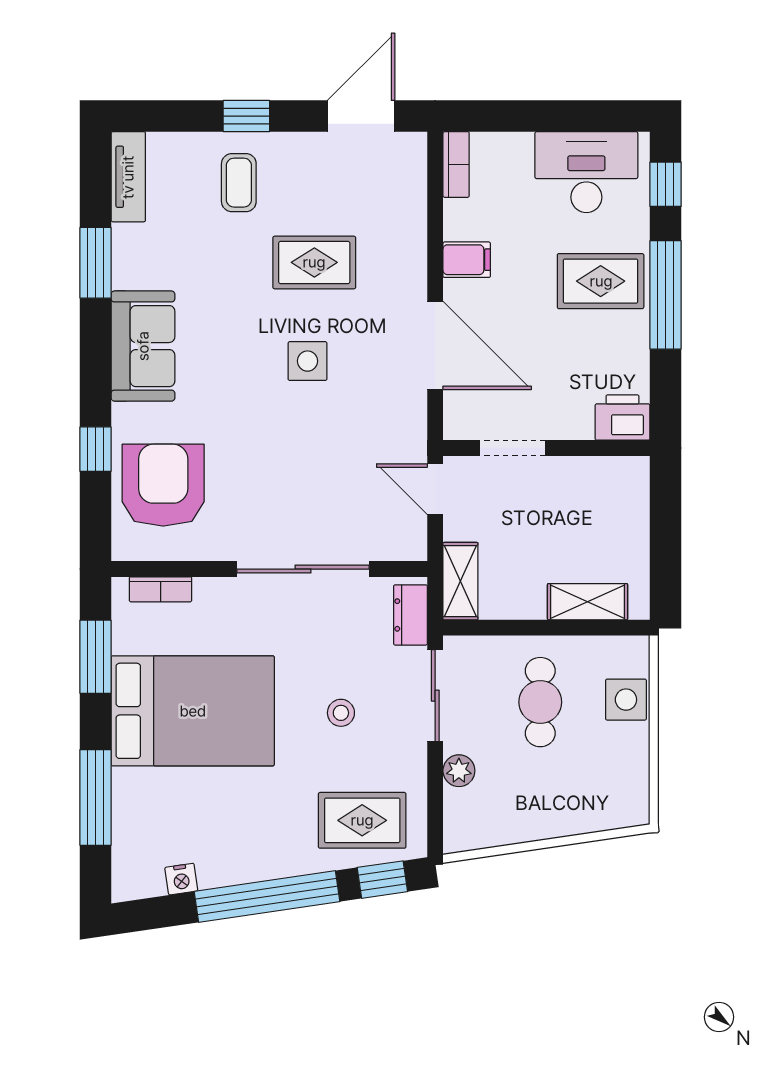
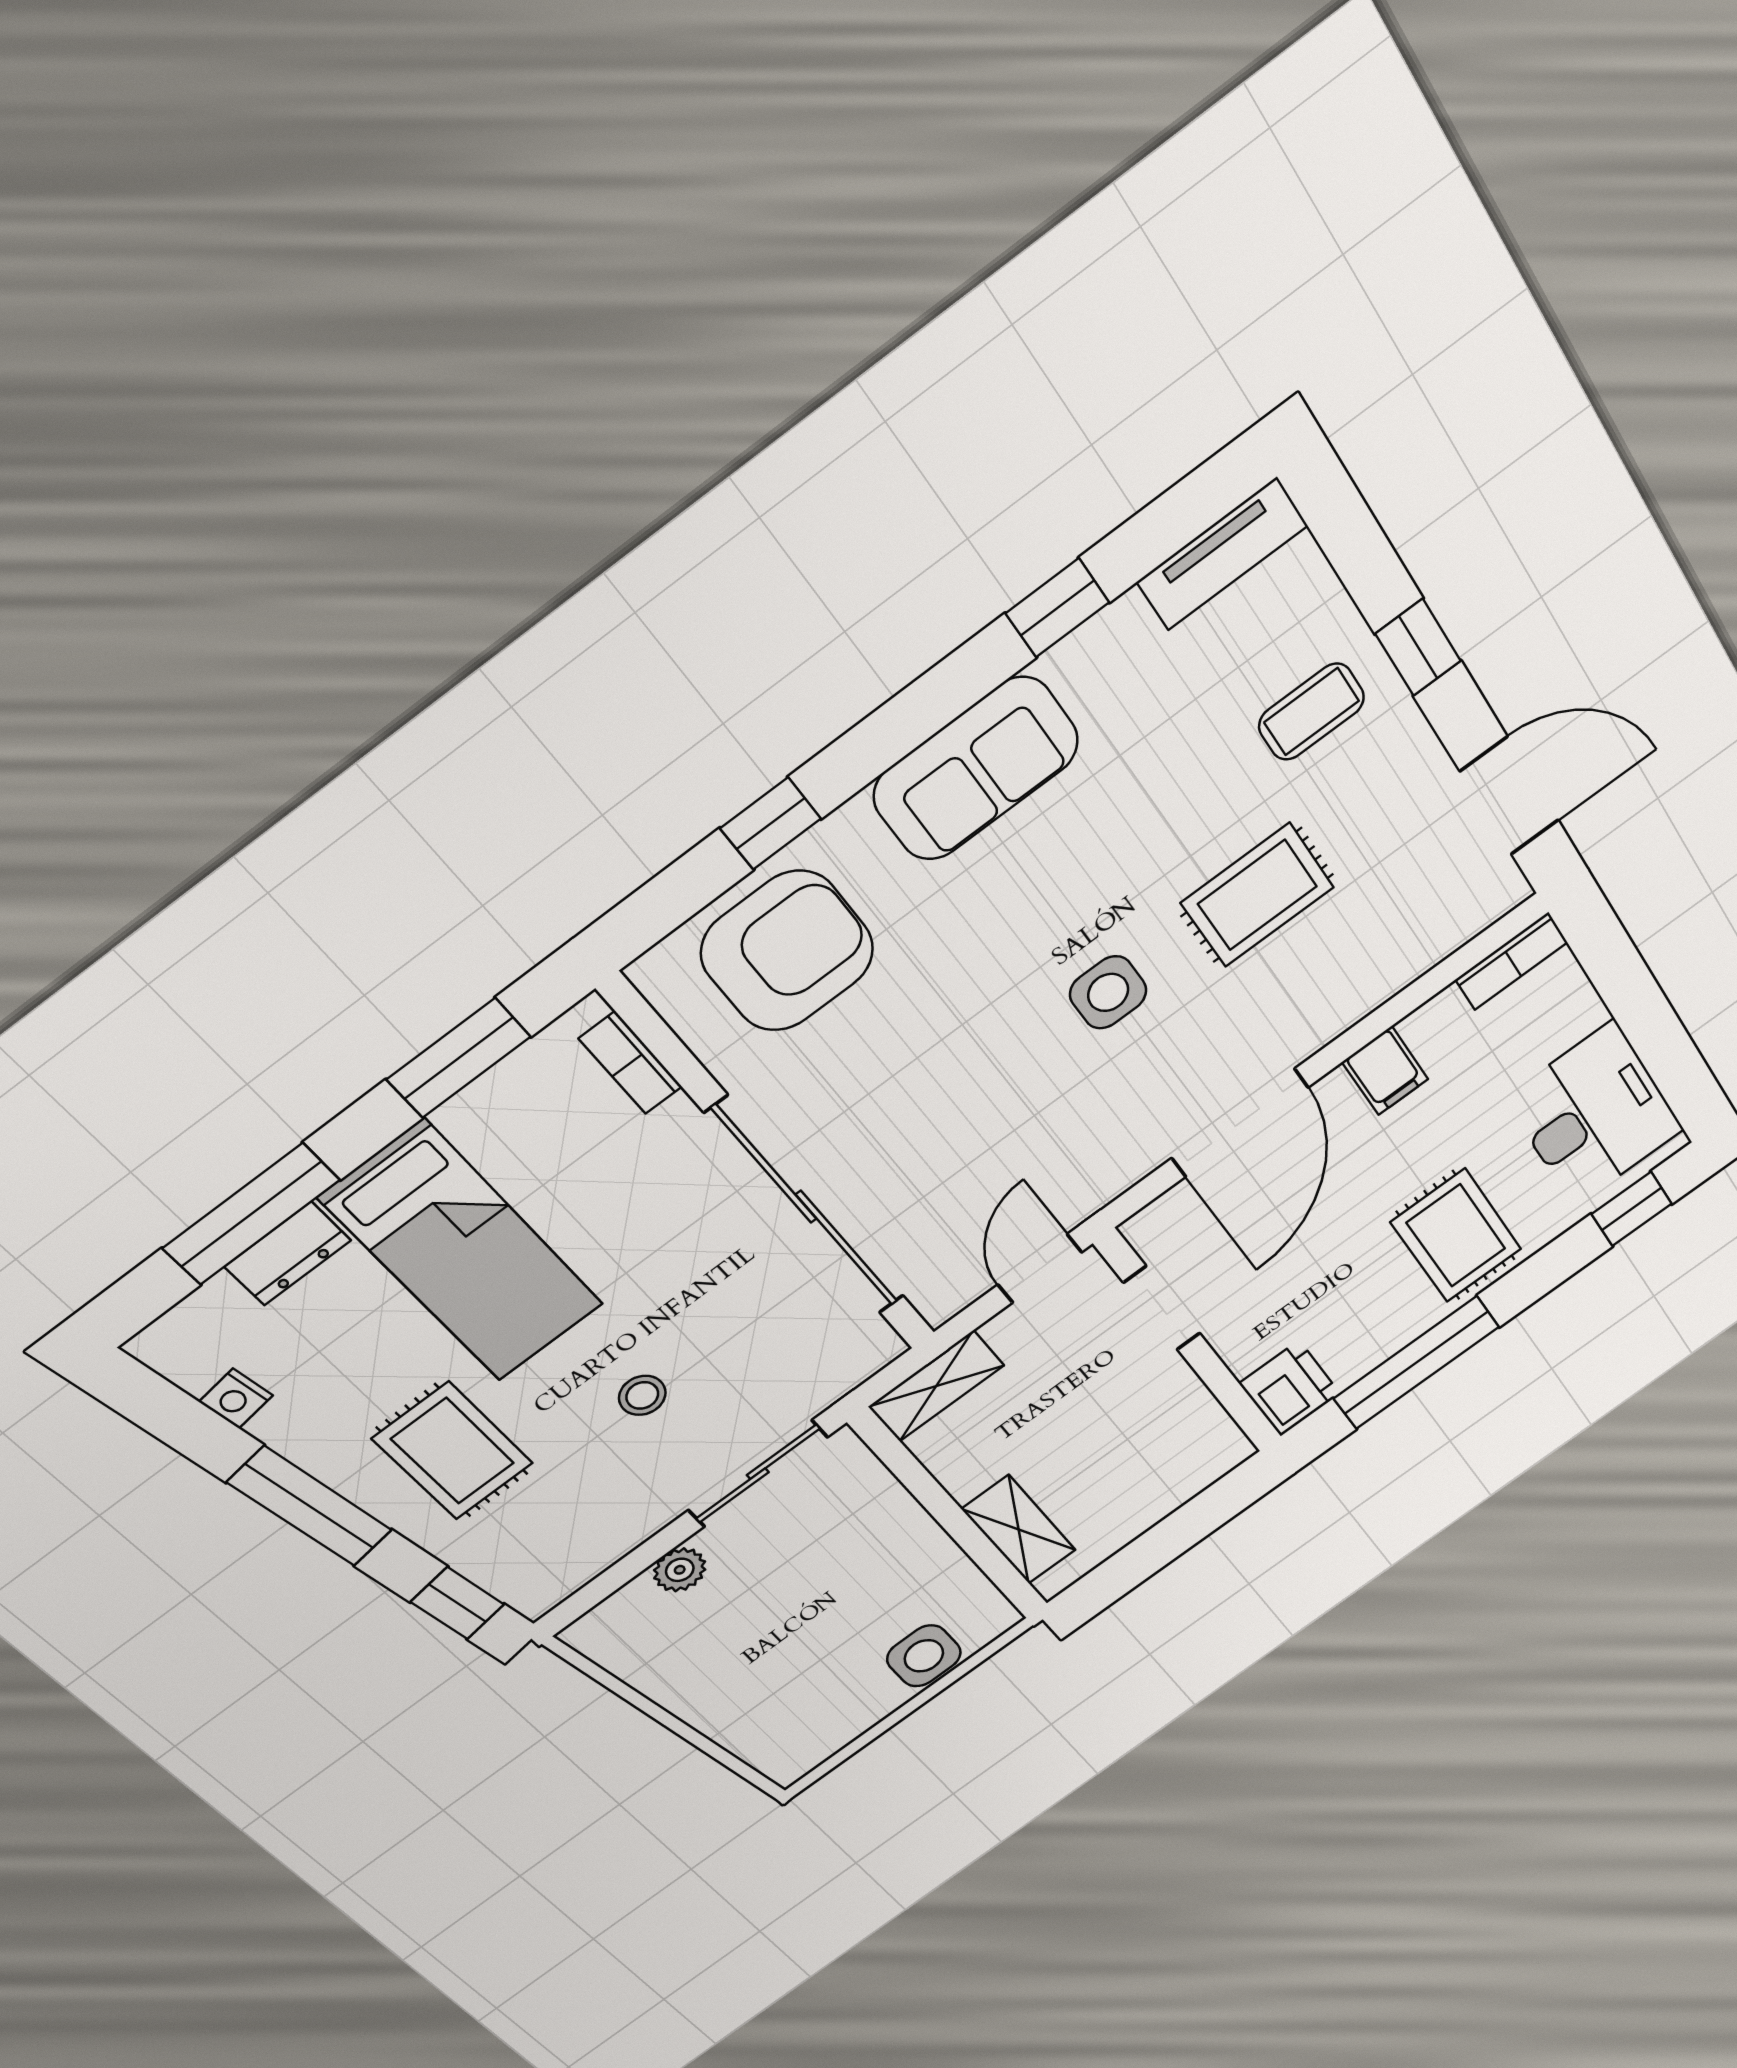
rug: (314, 262) -> (1257, 895), turned 90
window: (95, 263) -> (1057, 608), width x0.67
window: (666, 295) -> (1416, 1363), moved
sliding door: (303, 569) -> (806, 1207), width x1.36
dresser: (410, 615) -> (288, 1254), moved, turned 180
cafe table: (540, 702) -> (846, 1580), removed
bed: (193, 711) -> (463, 1252), width x0.67
rug: (362, 820) -> (453, 1451), moved
window: (267, 896) -> (310, 1506), width x0.68

